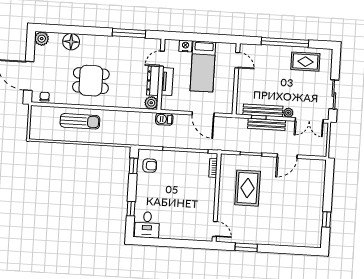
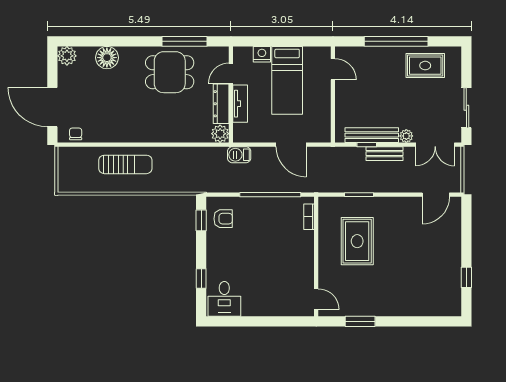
dining table: (91, 81) -> (170, 72), moved
bench: (267, 124) -> (385, 154), width x0.73
door: (287, 156) -> (436, 195), moved

